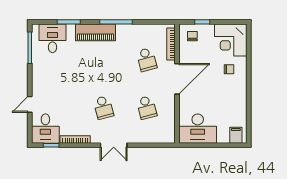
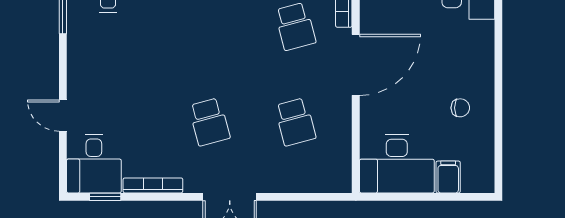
chair: (229, 69) -> (460, 108), moved
door: (30, 104) -> (63, 116), hinge flipped
filing cabinet: (236, 135) -> (448, 177), moved

